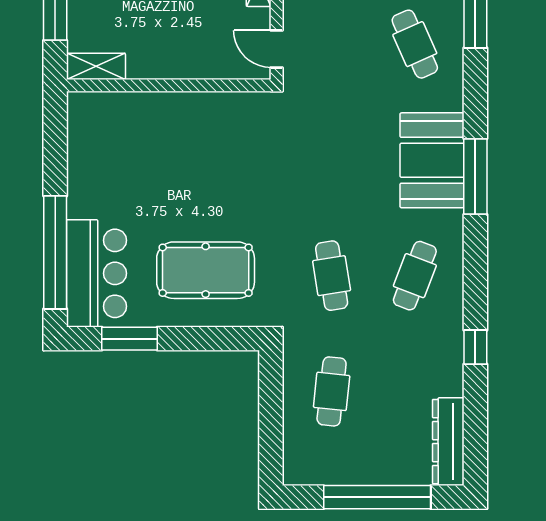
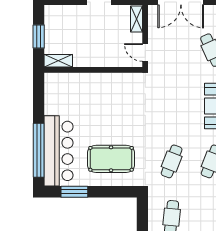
bar counter: (96, 273) -> (59, 151), width x1.36
cafe table: (332, 276) -> (172, 161), turned 30

